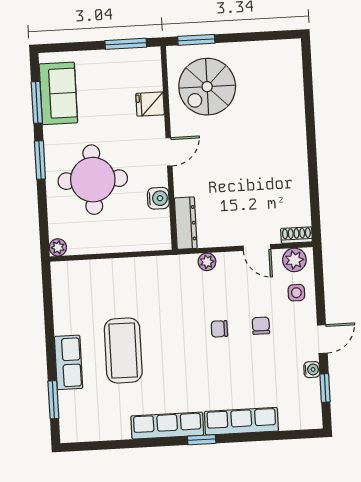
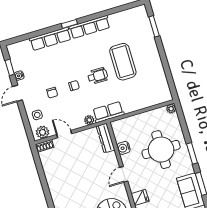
wheelchair: (174, 336) -> (98, 76), added
row of seats: (68, 362) -> (108, 112), moved, turned 90

